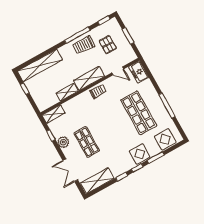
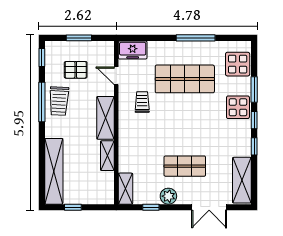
door: (118, 71) -> (116, 76), swing flipped
trolley: (98, 91) -> (142, 102), moved

